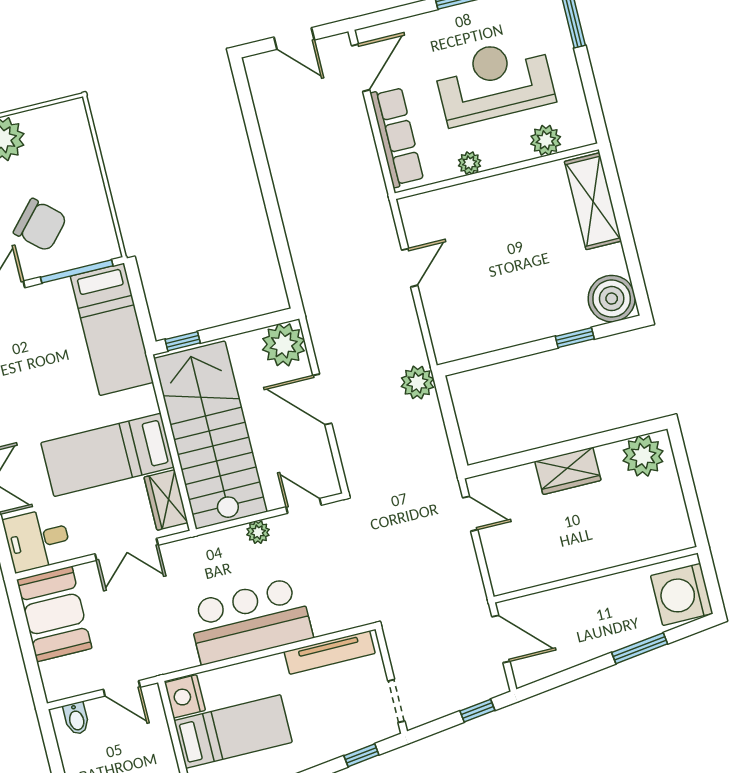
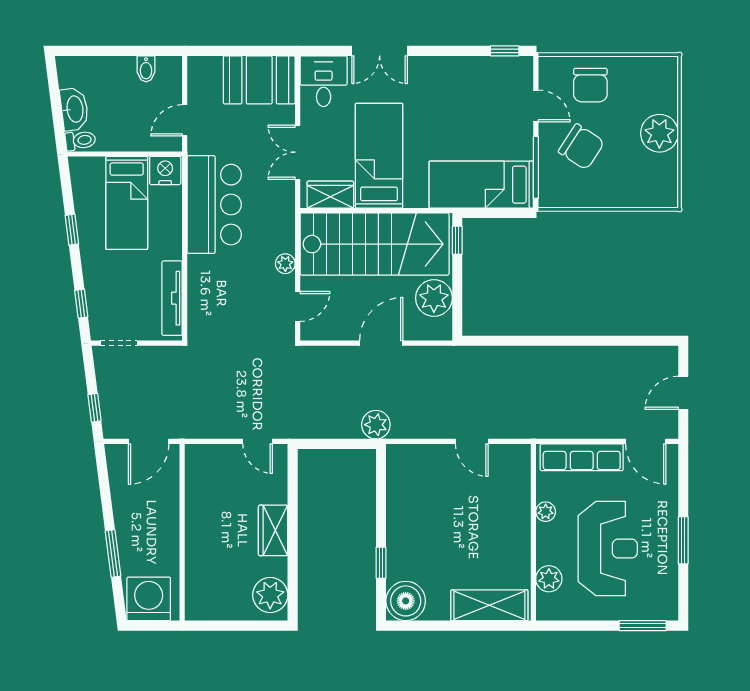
chair: (40, 225) -> (581, 147), turned -99
plant: (284, 345) -> (434, 298), moved
door: (470, 514) -> (258, 441), hinge flipped
bar counter: (250, 621) -> (214, 205), moved
bidet: (76, 718) -> (146, 69), moved, turned -90

